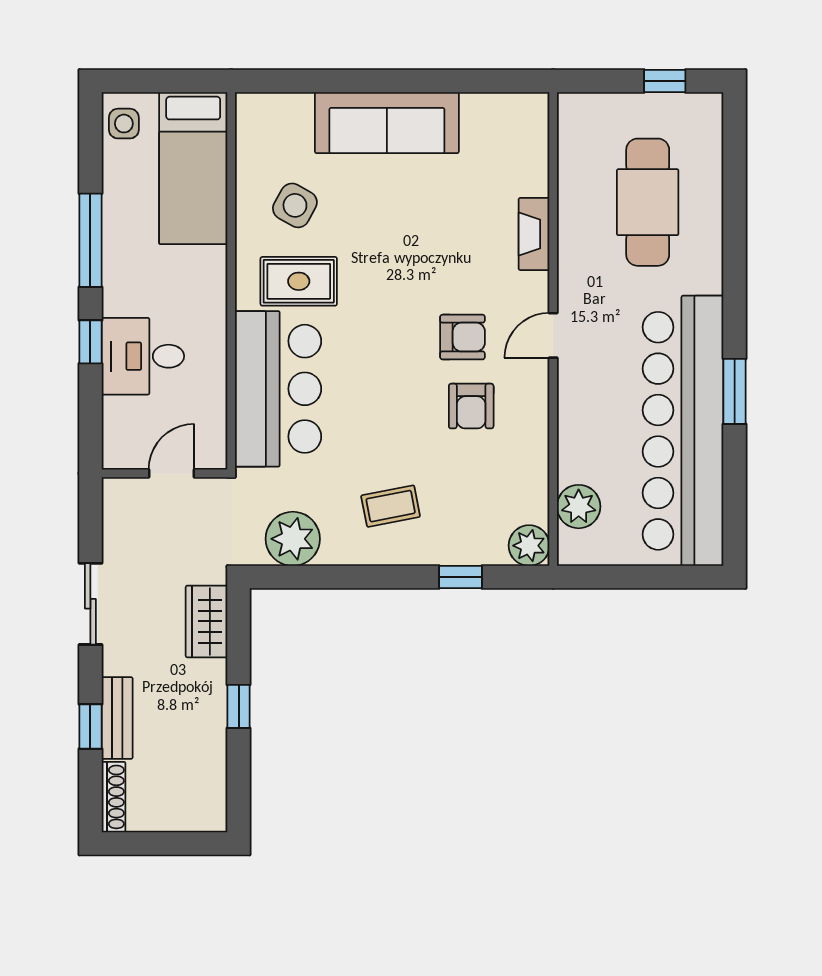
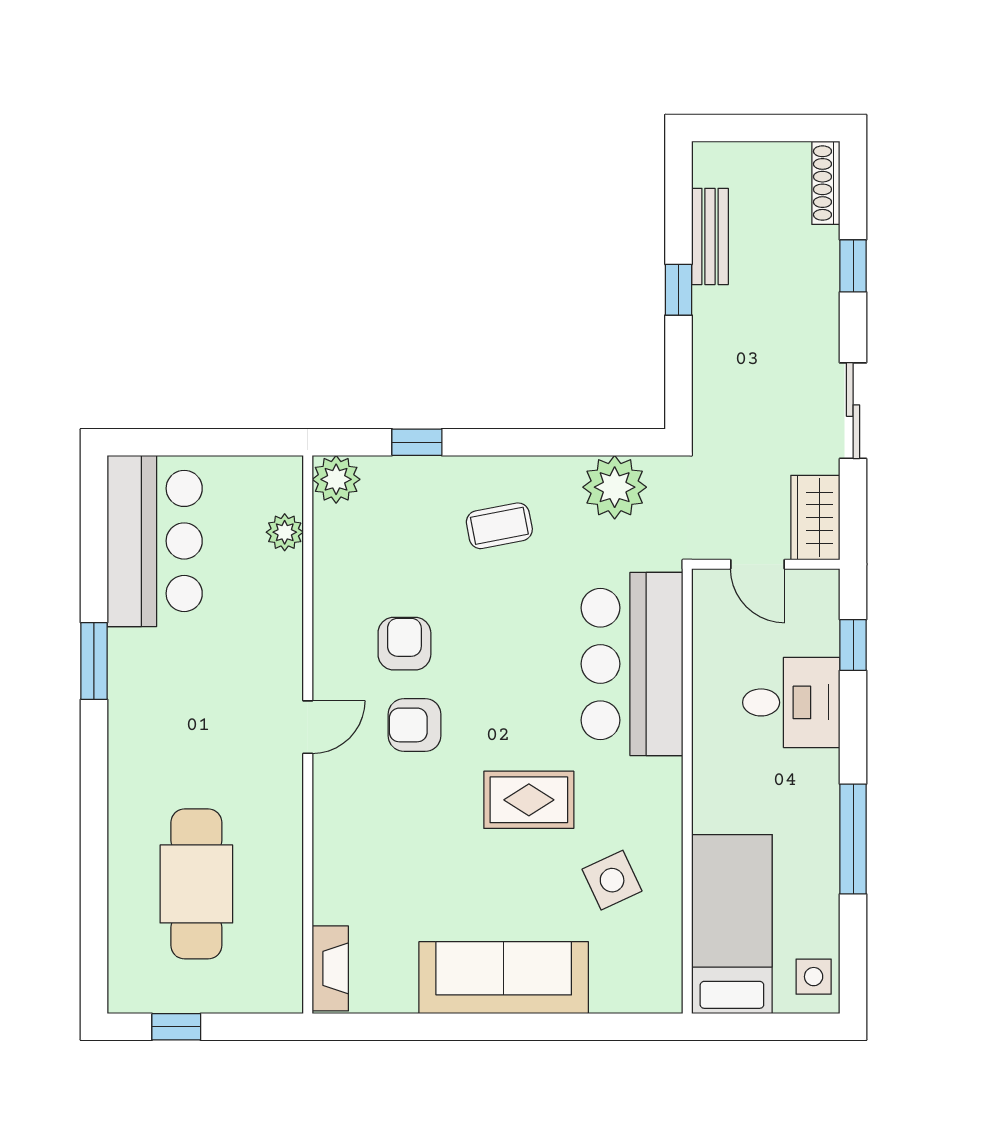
side table: (295, 205) -> (612, 880), turned 36
fireplace: (534, 234) -> (330, 968), moved
rug: (299, 281) -> (529, 800), moved
window: (90, 342) -> (853, 645), moved
bar counter: (683, 431) -> (155, 541), width x0.54
door: (171, 473) -> (758, 564), hinge flipped
plant: (579, 507) -> (285, 532), width x0.73, depth x0.73
wardrobe: (207, 621) -> (815, 518), moved, turned 180
bench: (117, 718) -> (710, 236), moved

